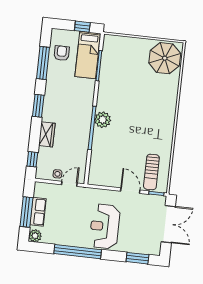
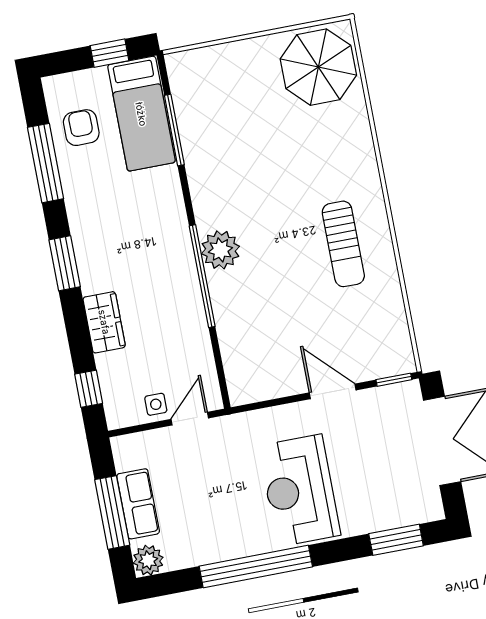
sun lounger: (151, 172) -> (343, 244), moved

